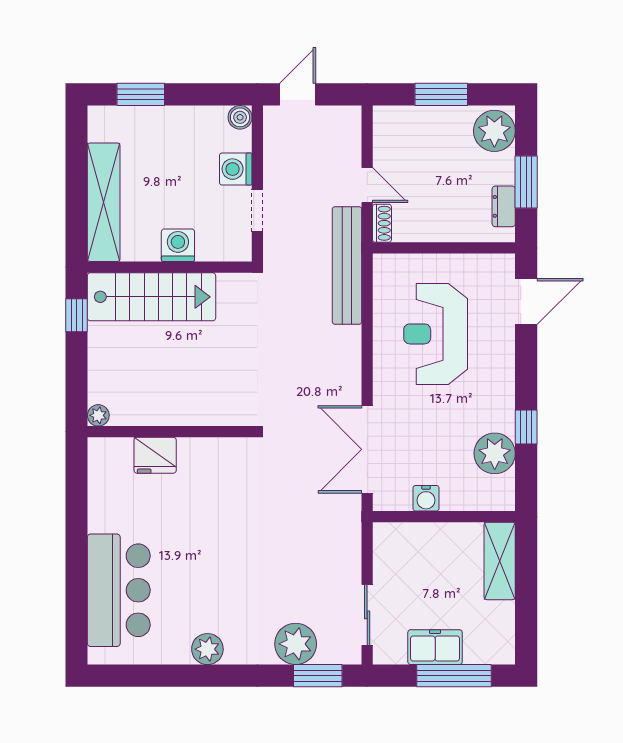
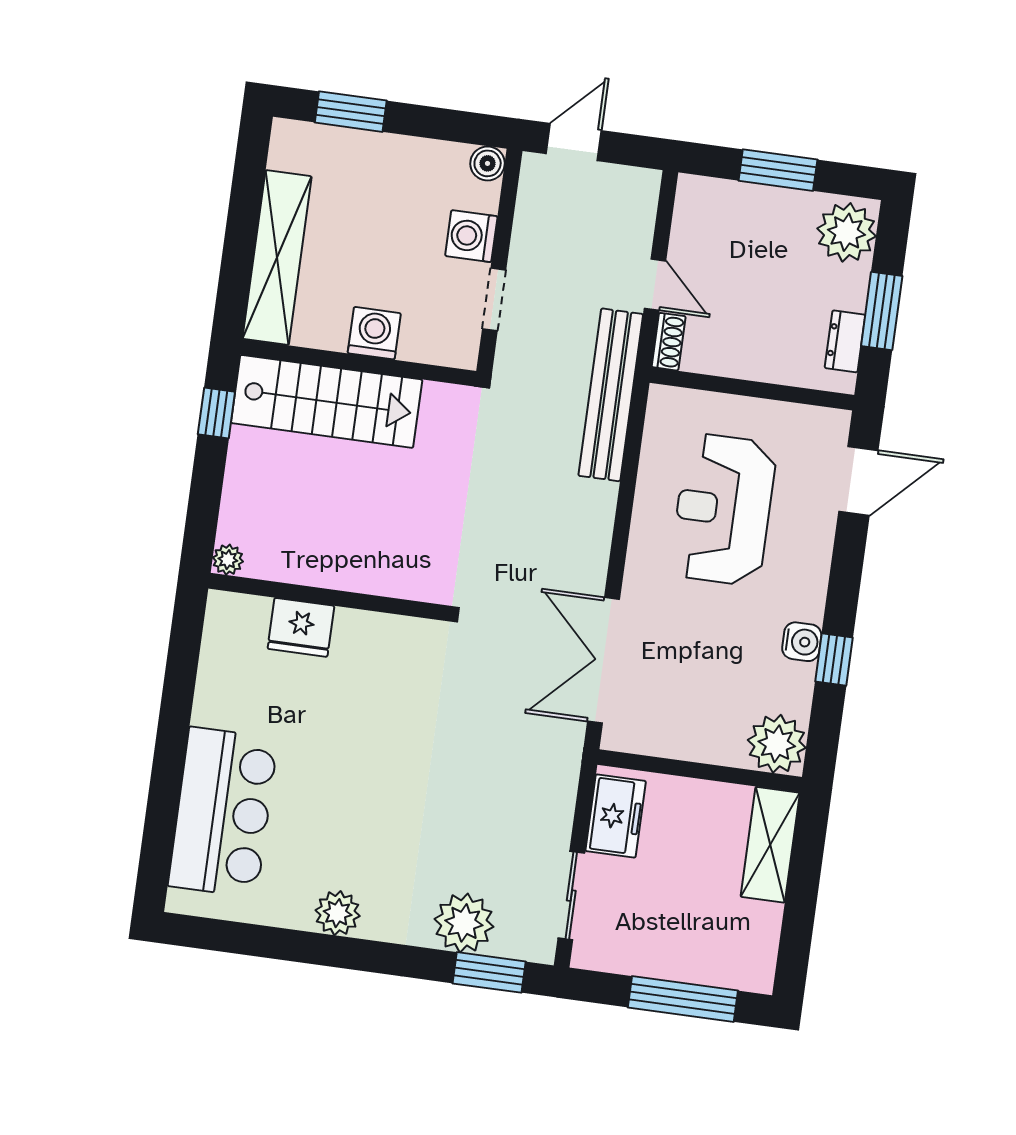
plant: (495, 453) -> (777, 744), moved
water cooler: (426, 498) -> (802, 642), moved, turned -90
freezer: (435, 647) -> (616, 816), moved, turned 90

